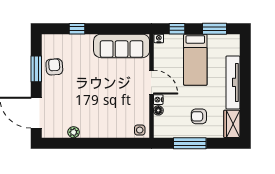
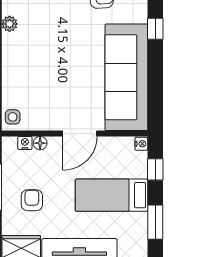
sofa: (122, 46) -> (126, 77), width x1.36, depth x1.27
nightstand: (158, 100) -> (25, 143), moved

